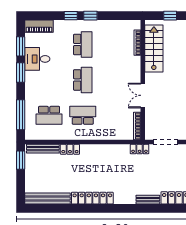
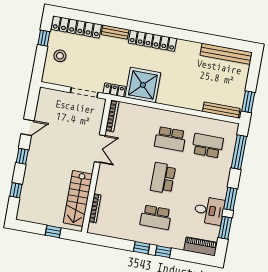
school desk: (83, 45) -> (156, 217), turned -90
locker: (70, 149) -> (191, 104), removed
shower: (115, 158) -> (143, 85), added
locker: (92, 198) -> (152, 41), moved

